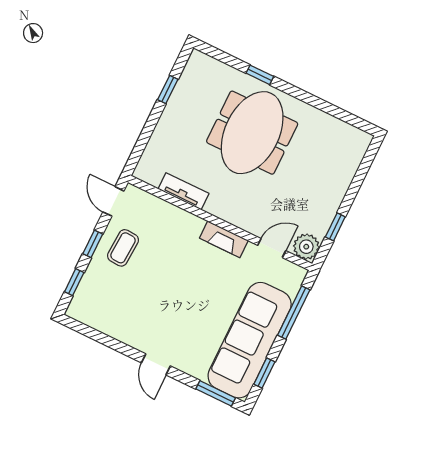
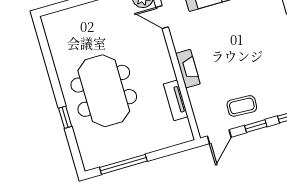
window: (168, 90) -> (123, 164), width x2.17
meeting table: (252, 133) -> (104, 91), turned 90
fireplace: (224, 239) -> (188, 69), moved

